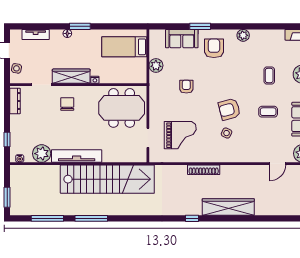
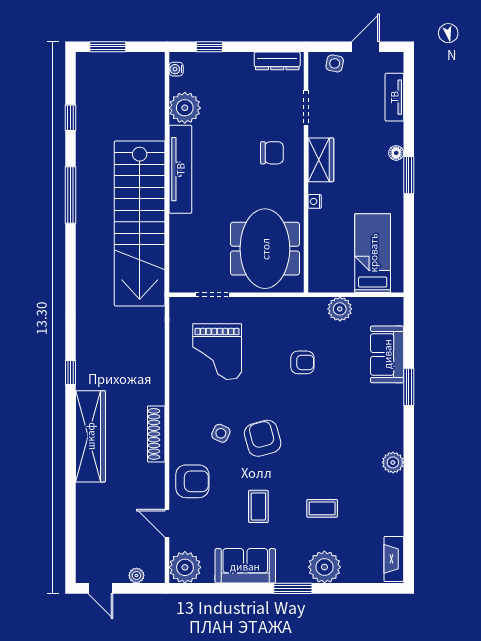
armchair: (214, 48) -> (192, 481), moved
wardrobe: (71, 76) -> (321, 160), width x0.67
shoe rack: (204, 170) -> (156, 434), moved
window: (47, 218) -> (70, 118), width x0.46

